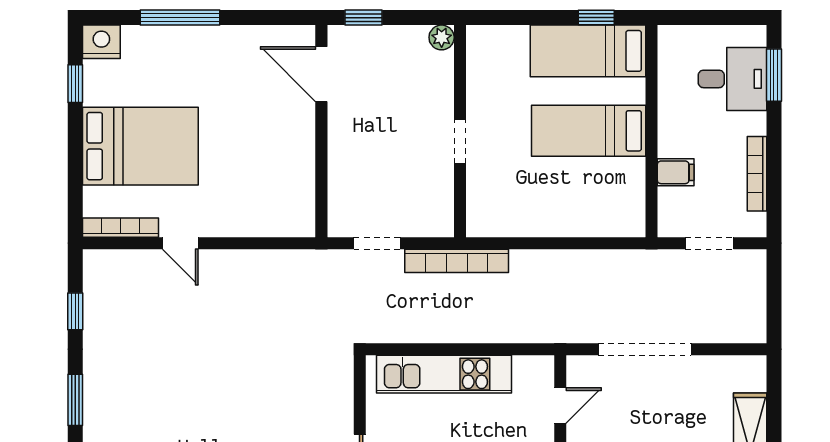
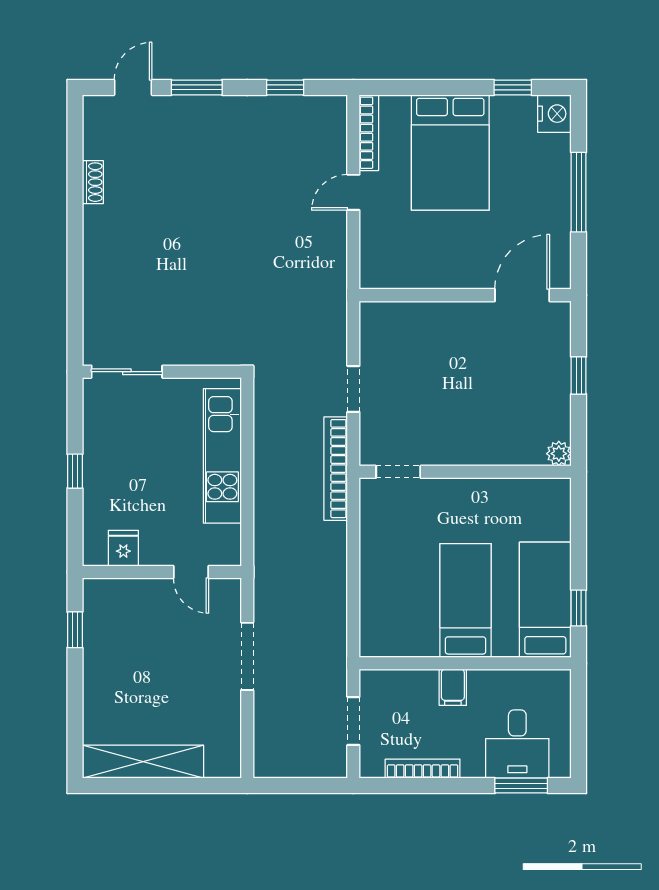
door: (321, 74) -> (522, 295), moved
wall: (321, 131) -> (465, 295), moved
doorway: (460, 142) -> (398, 472), moved
filing cabinet: (676, 172) -> (453, 687), moved
doorway: (645, 349) -> (247, 656), width x0.73

